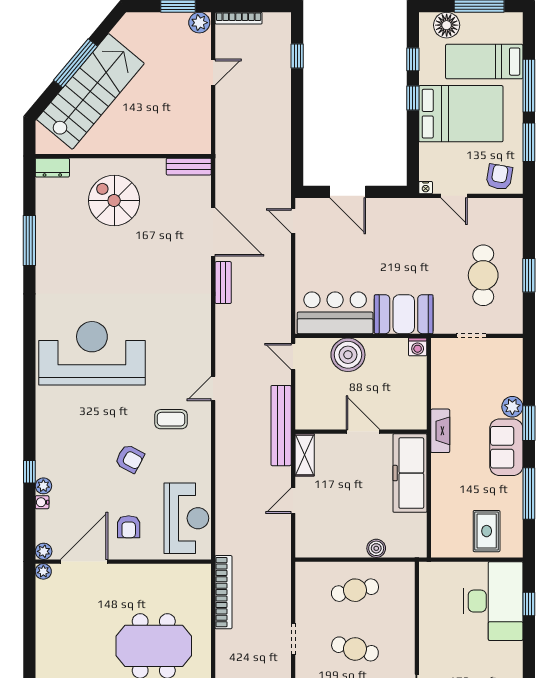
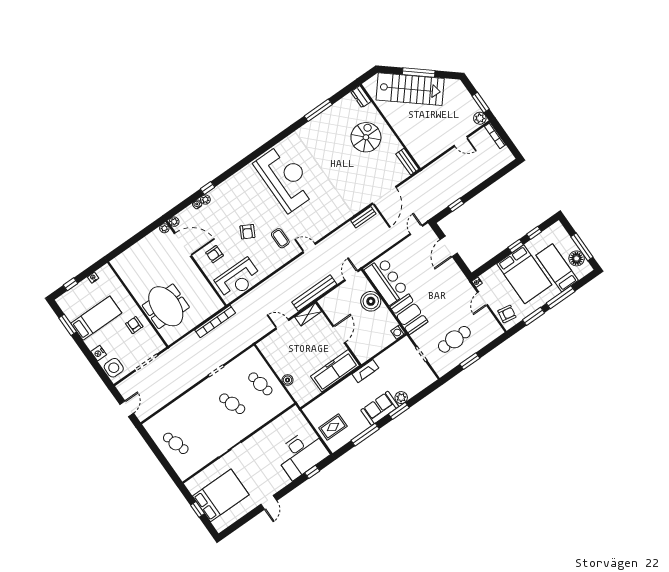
floor lamp: (447, 25) -> (577, 258), moved
window: (297, 56) -> (456, 205), moved
cafe table: (355, 649) -> (232, 404), turned -36

